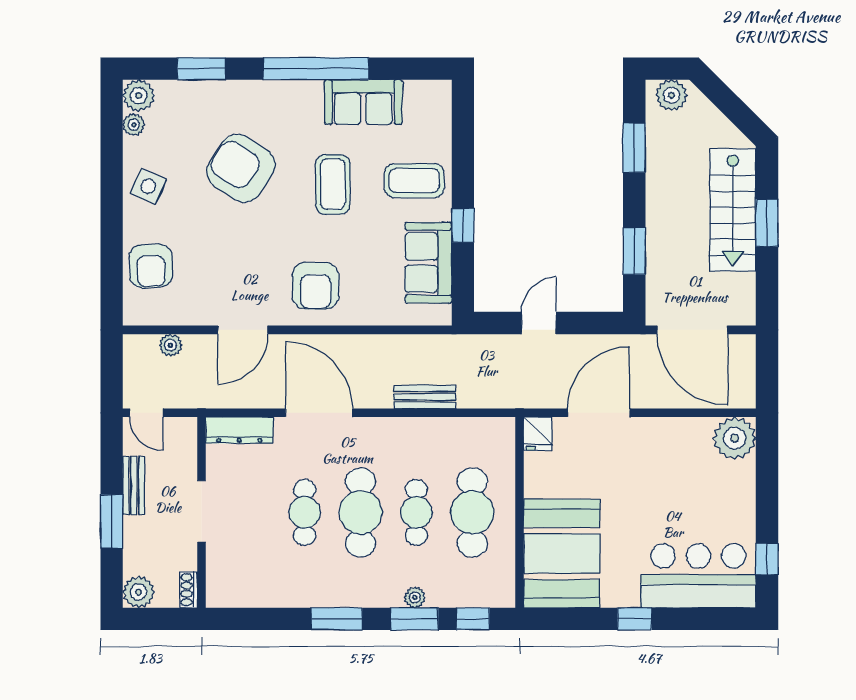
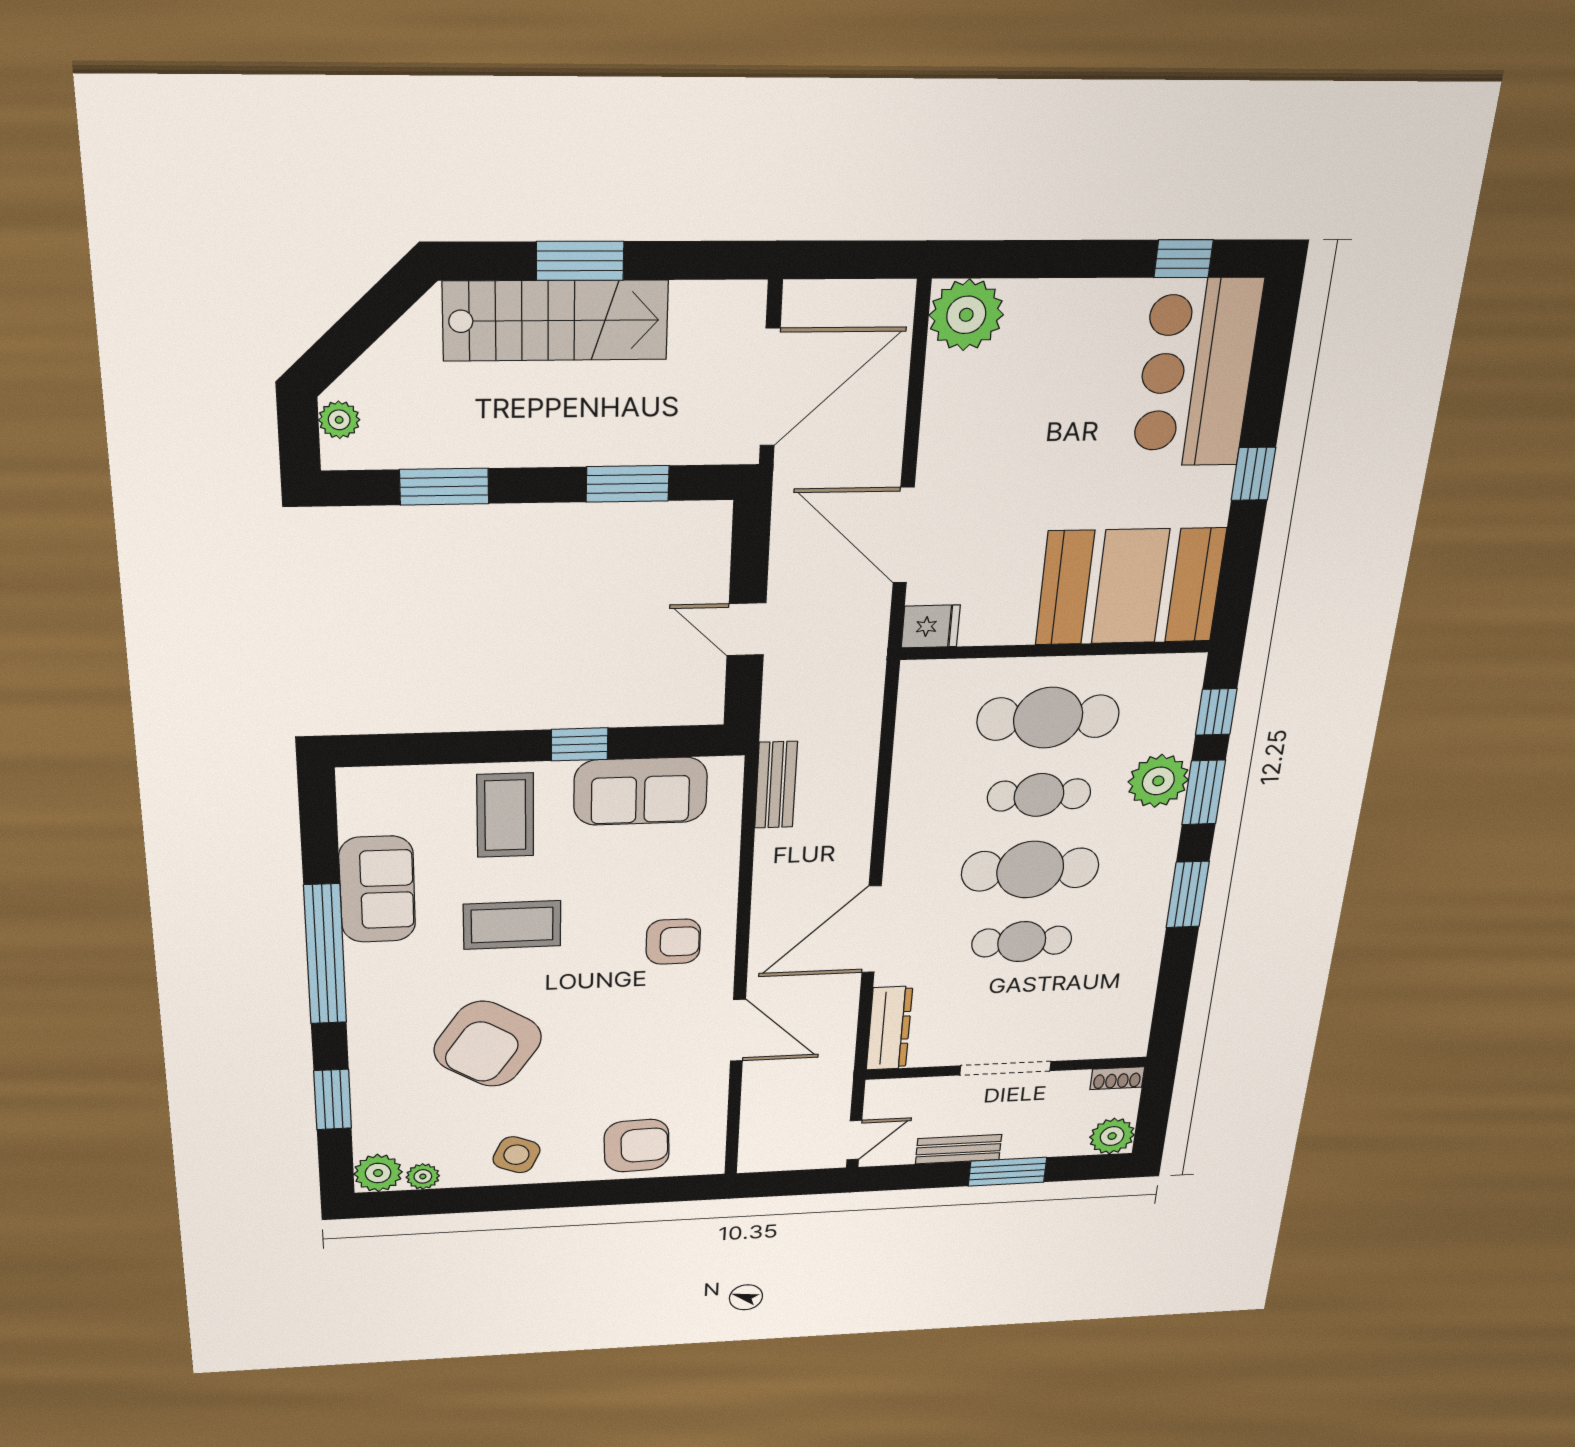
plant: (671, 95) -> (339, 420), width x0.73, depth x0.73
armchair: (315, 286) -> (673, 942), width x0.72, depth x0.72
plant: (171, 345) -> (756, 1117), removed
bench: (425, 397) -> (776, 785), moved
plant: (415, 597) -> (1158, 781), width x1.87, depth x1.87

